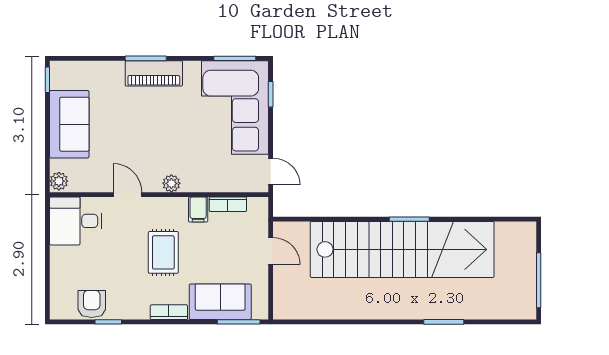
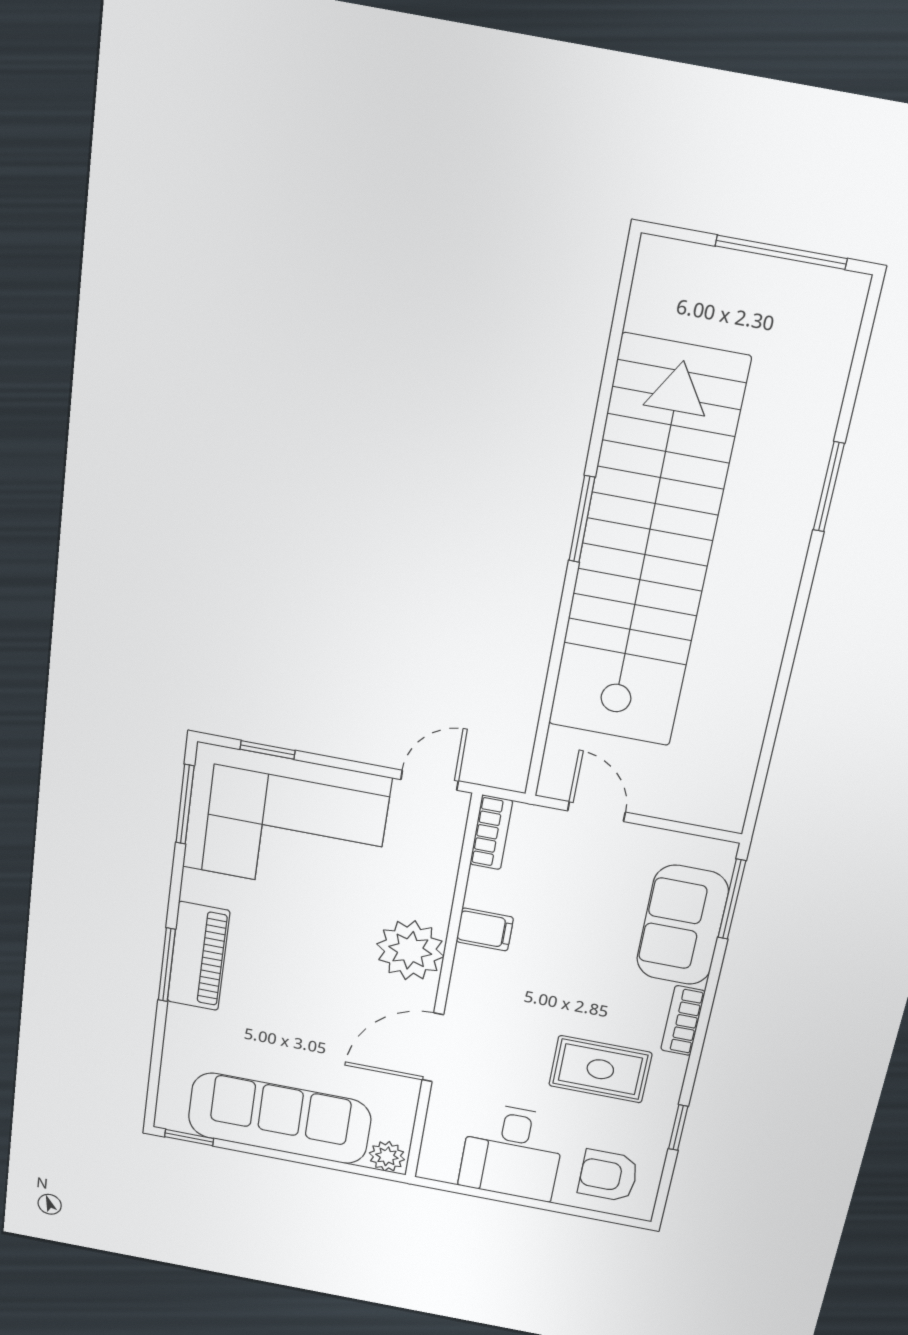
sofa: (69, 124) -> (279, 1118), width x1.36
plant: (171, 183) -> (410, 950), width x1.88, depth x1.88
door: (127, 195) -> (433, 1047), width x1.38
bookcase: (228, 204) -> (491, 832), moved
desk: (76, 221) -> (512, 1152), moved
door: (271, 251) -> (596, 811), hinge flipped
rug: (163, 252) -> (600, 1069), moved
armchair: (92, 304) -> (608, 1176), moved

